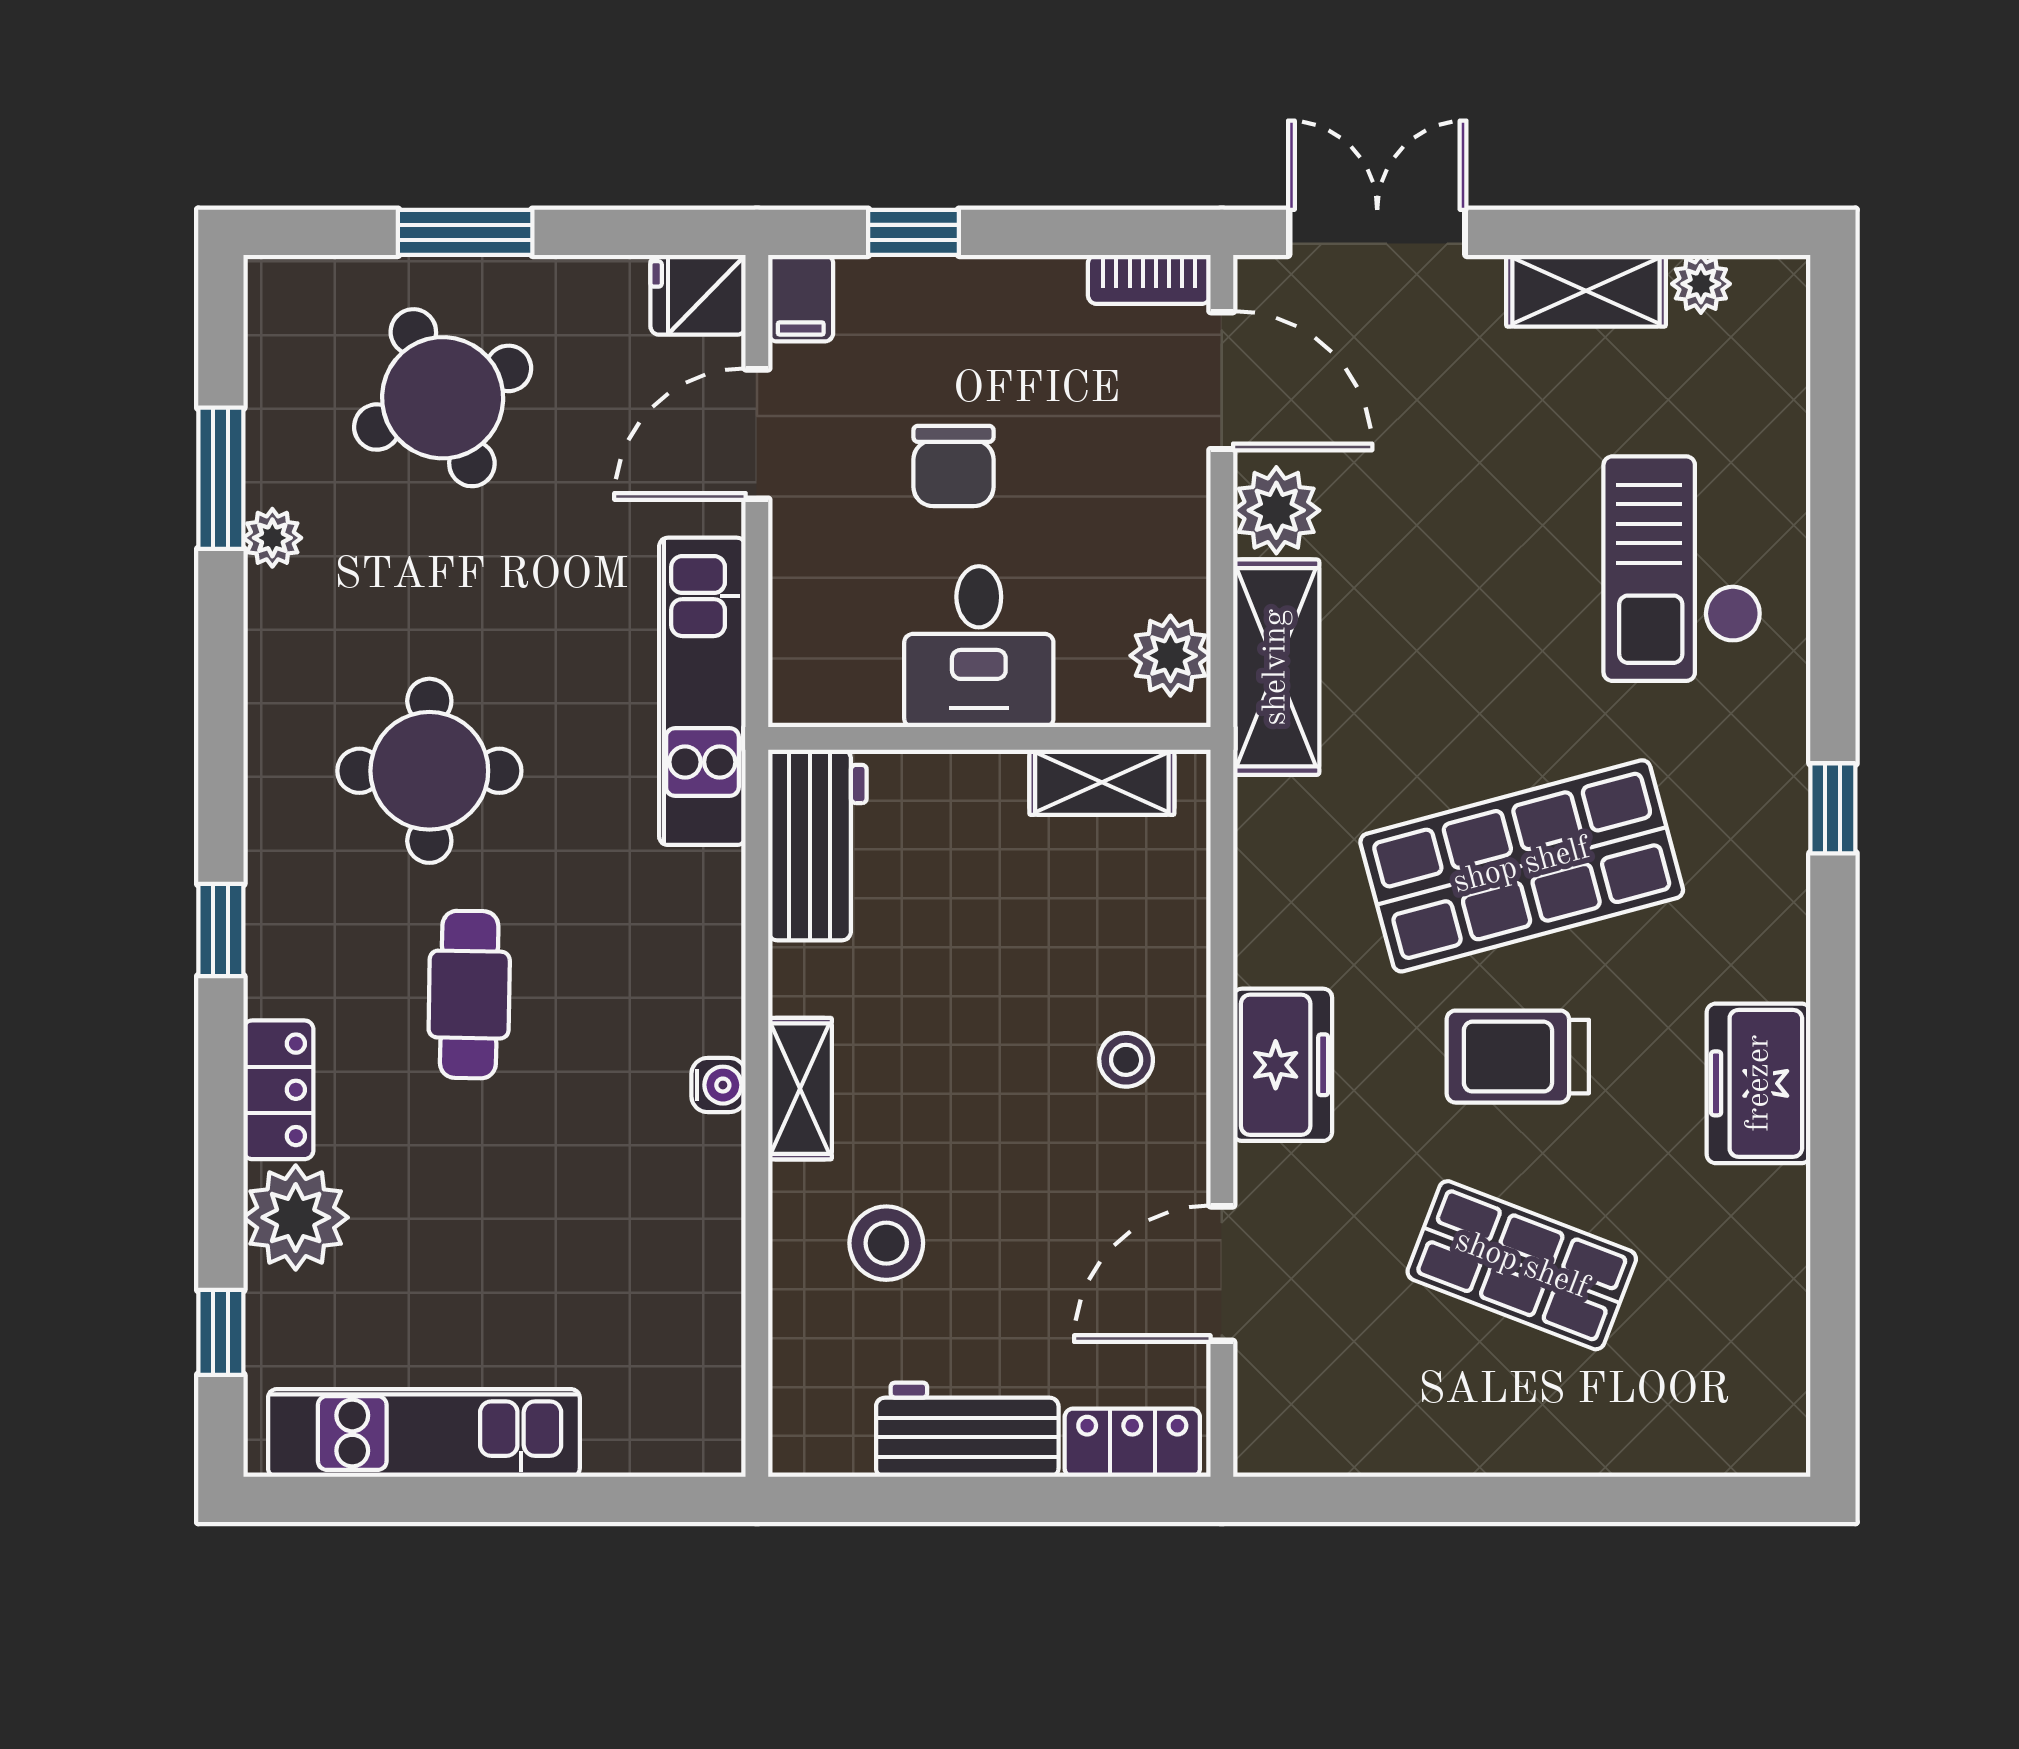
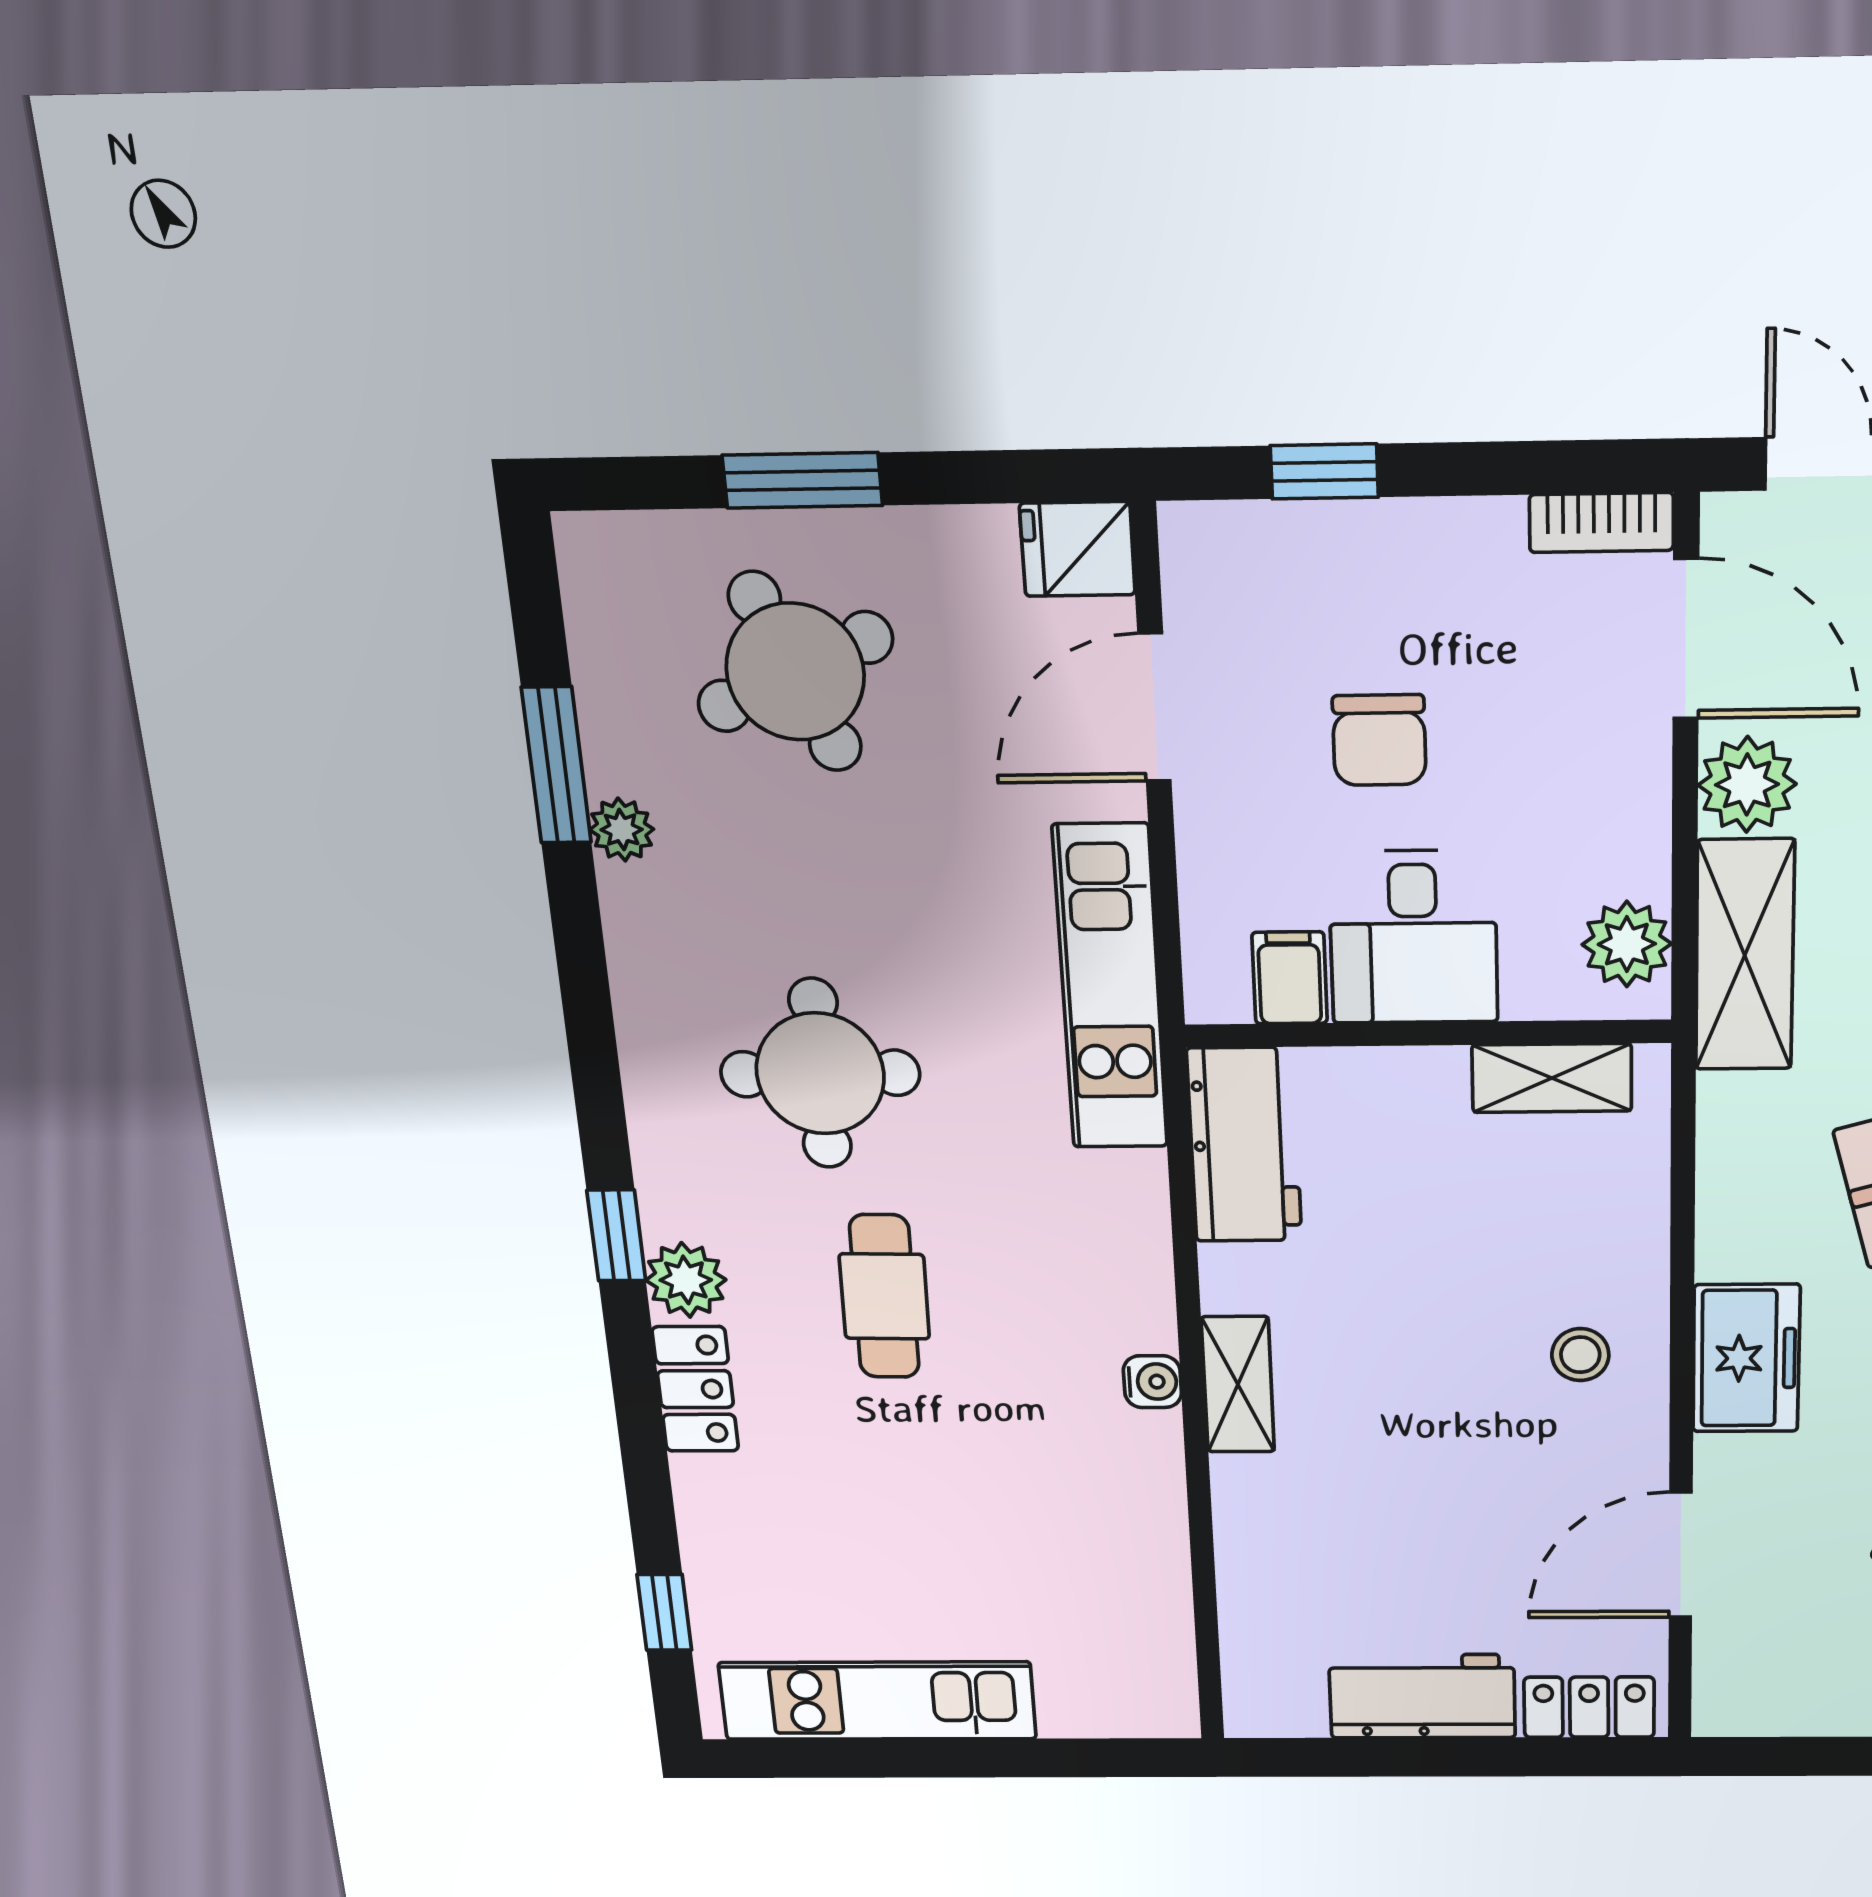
filing cabinet: (801, 298) -> (1290, 978), moved, turned 180
plant: (296, 1217) -> (686, 1280), moved, width x0.73, depth x0.73
stool: (886, 1243) -> (1334, 1529), removed

